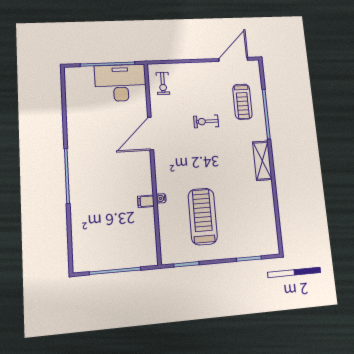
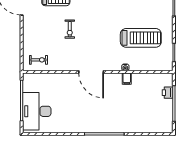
desk: (121, 83) -> (37, 111), moved
door: (151, 134) -> (91, 72), moved
treadmill: (203, 217) -> (141, 38), turned 180
printer: (130, 260) -> (168, 93), added

